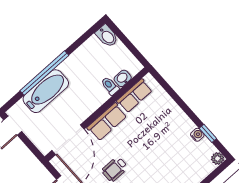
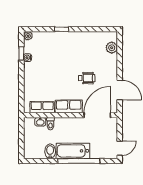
bidet: (107, 36) -> (50, 151), moved
bathtub: (46, 91) -> (73, 151), moved

